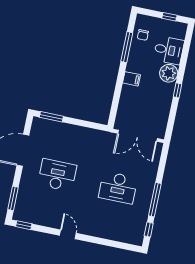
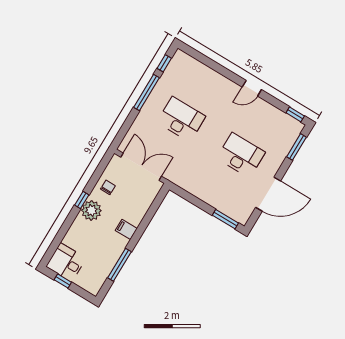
chair: (143, 35) -> (108, 187), moved
desk: (169, 50) -> (66, 262), moved
plant: (169, 73) -> (91, 210), moved
desk: (57, 175) -> (241, 155), turned 180
door: (68, 234) -> (252, 88), hinge flipped

